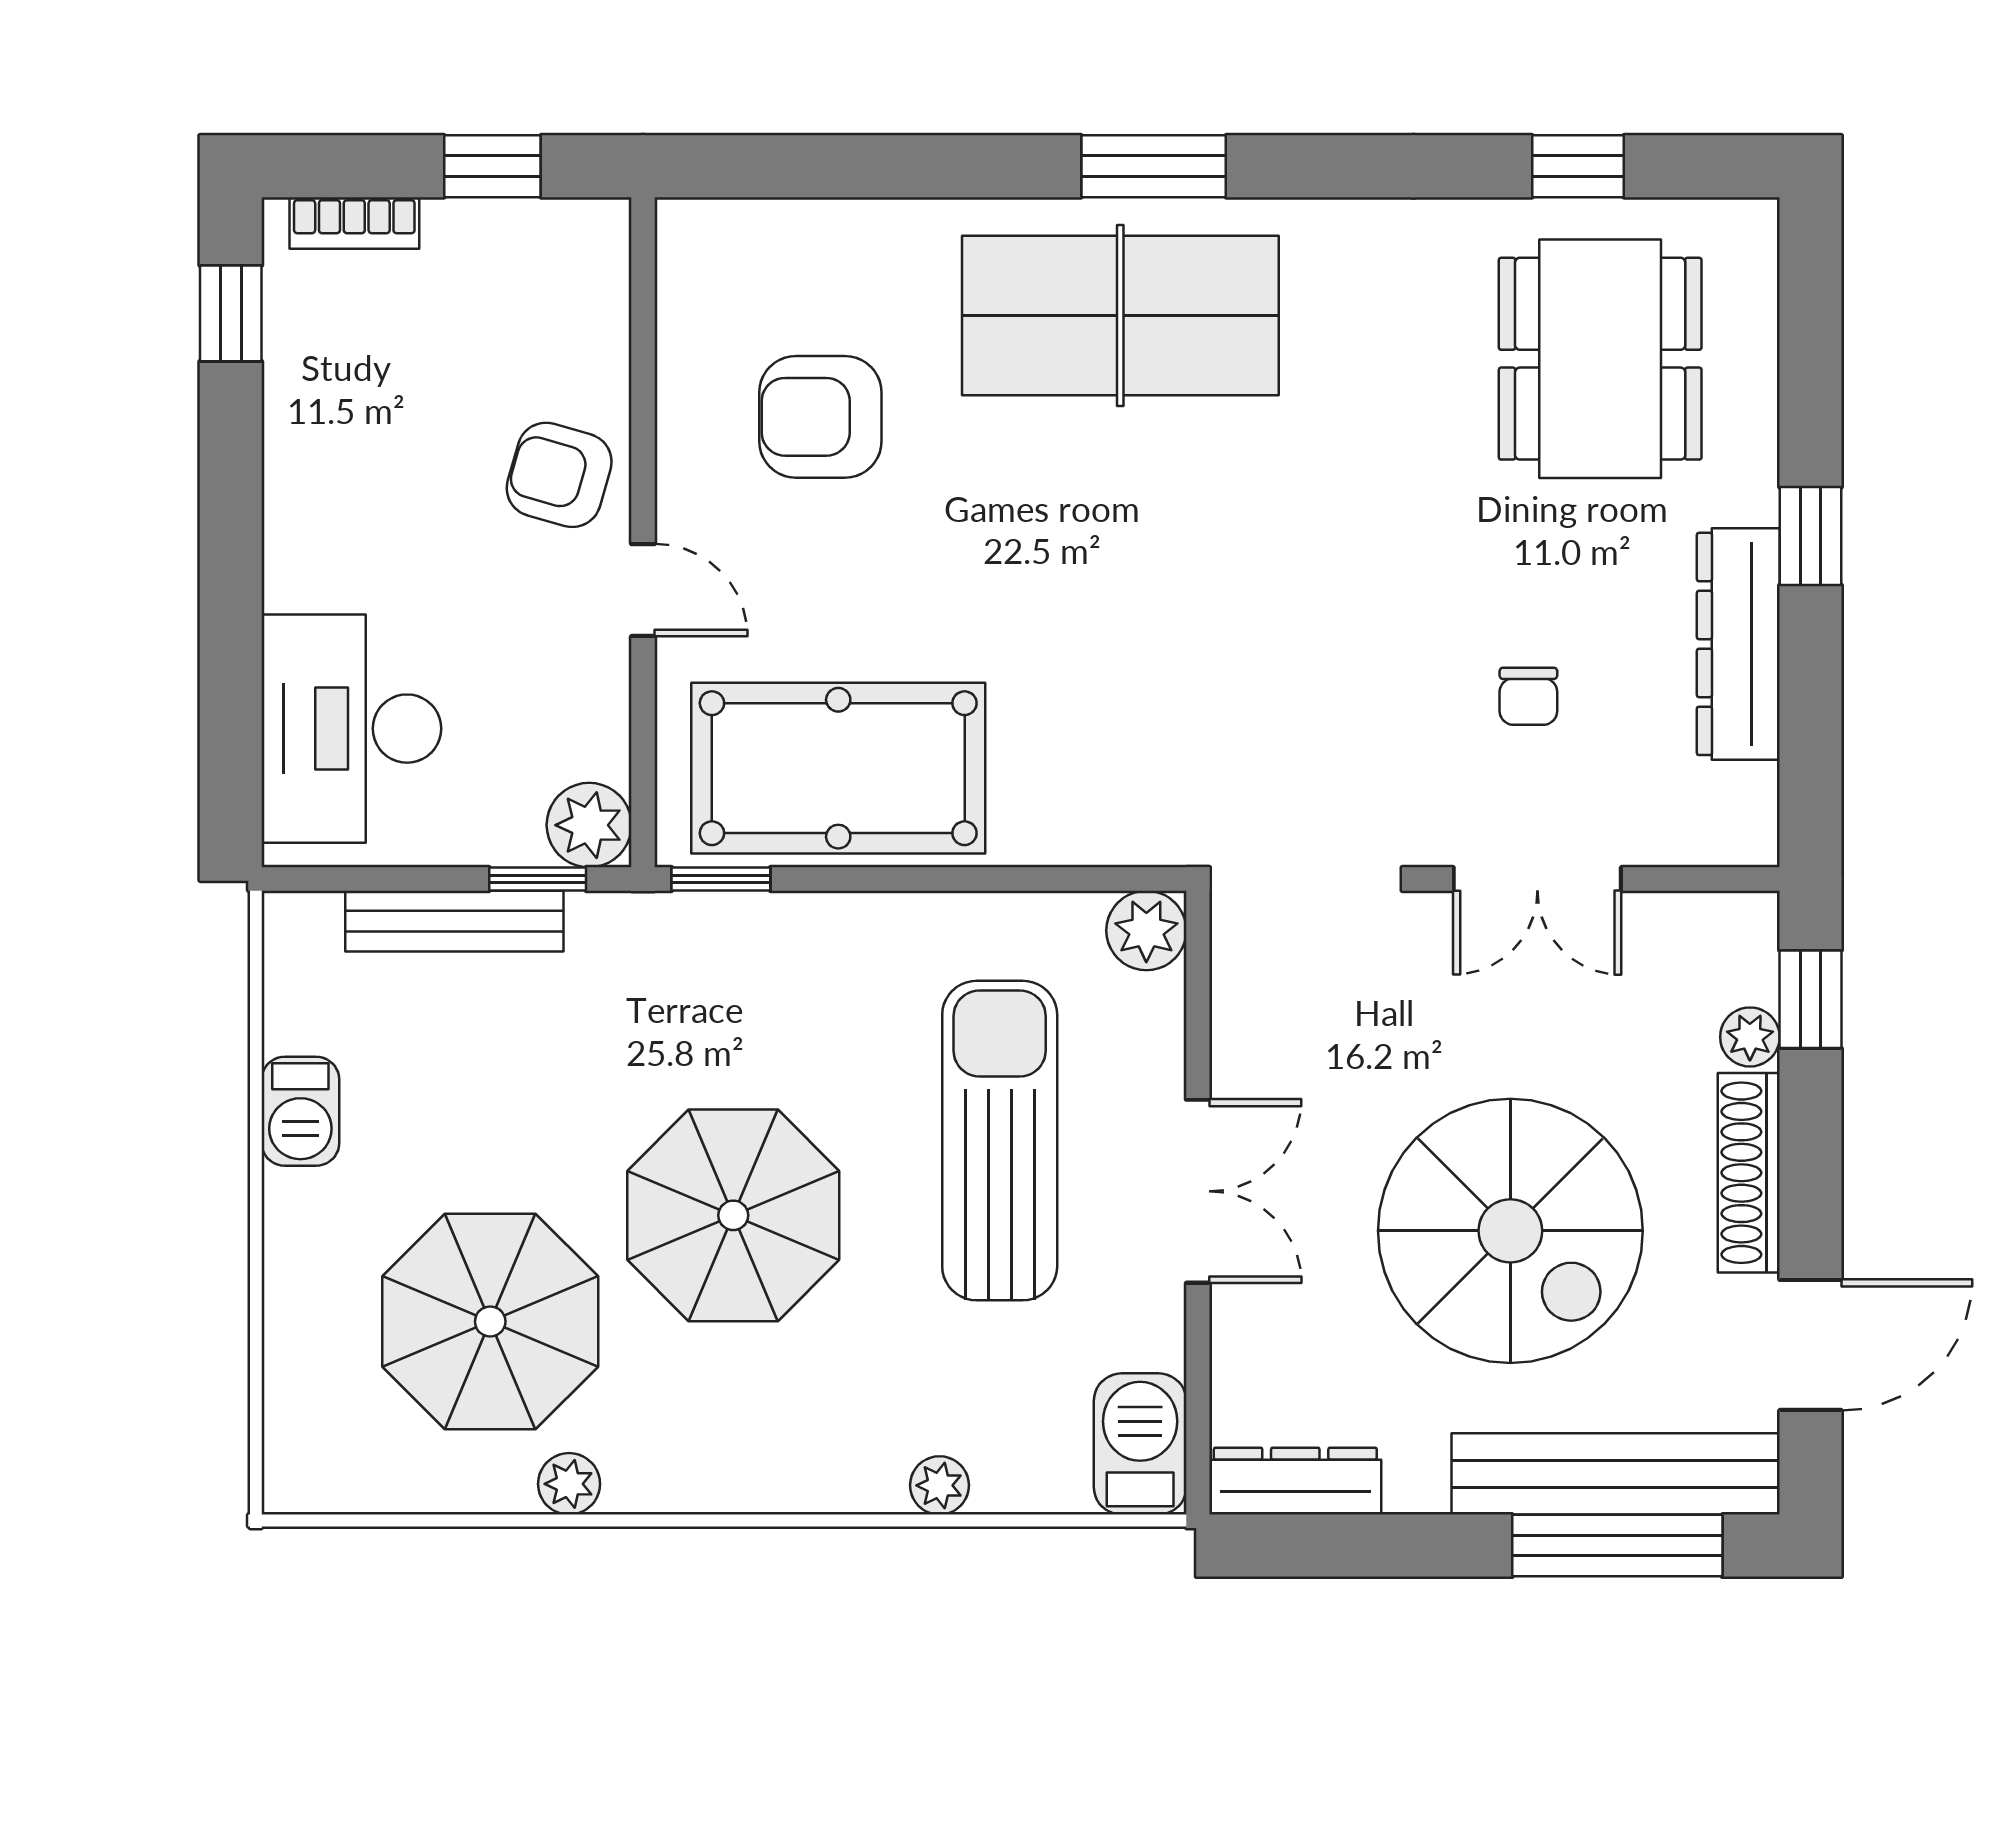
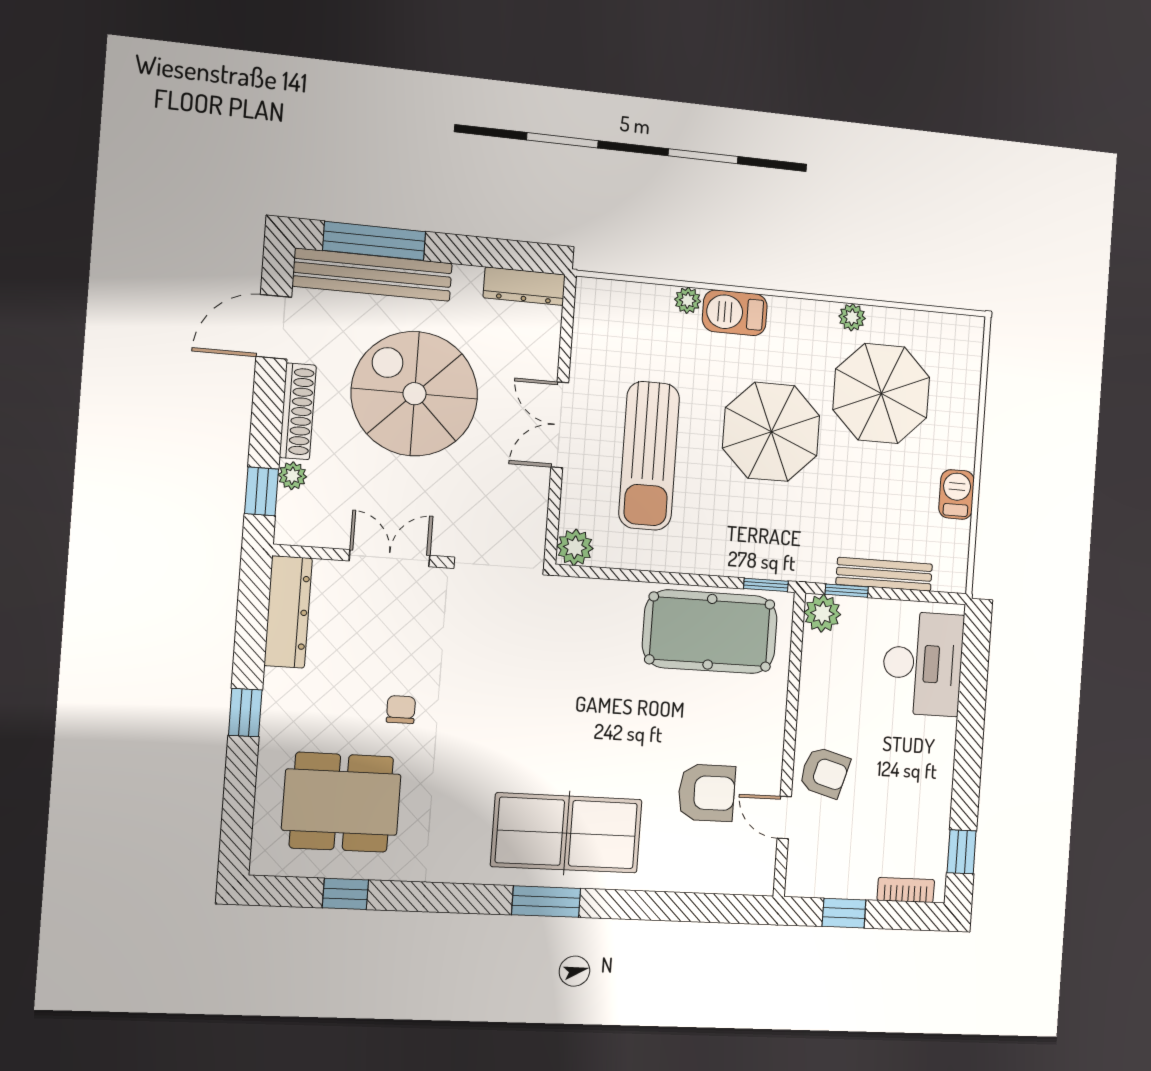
dining table: (1600, 359) -> (341, 802), turned 90
door: (643, 590) -> (784, 818), moved
dresser: (1738, 644) -> (288, 612), moved
chair: (1528, 696) -> (401, 709), moved
barbecue: (1140, 1444) -> (735, 313), moved, turned 90

